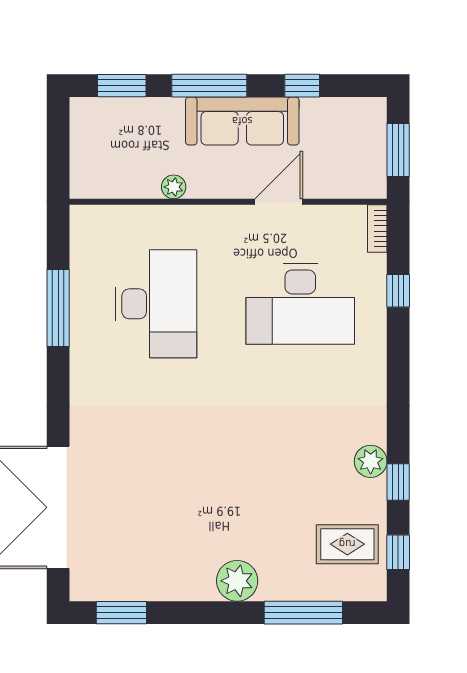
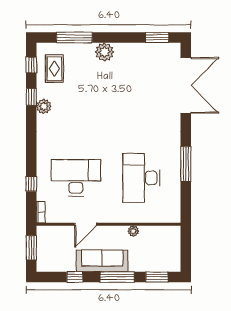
window: (58, 308) -> (186, 164), moved
rug: (347, 544) -> (54, 69), turned 90

